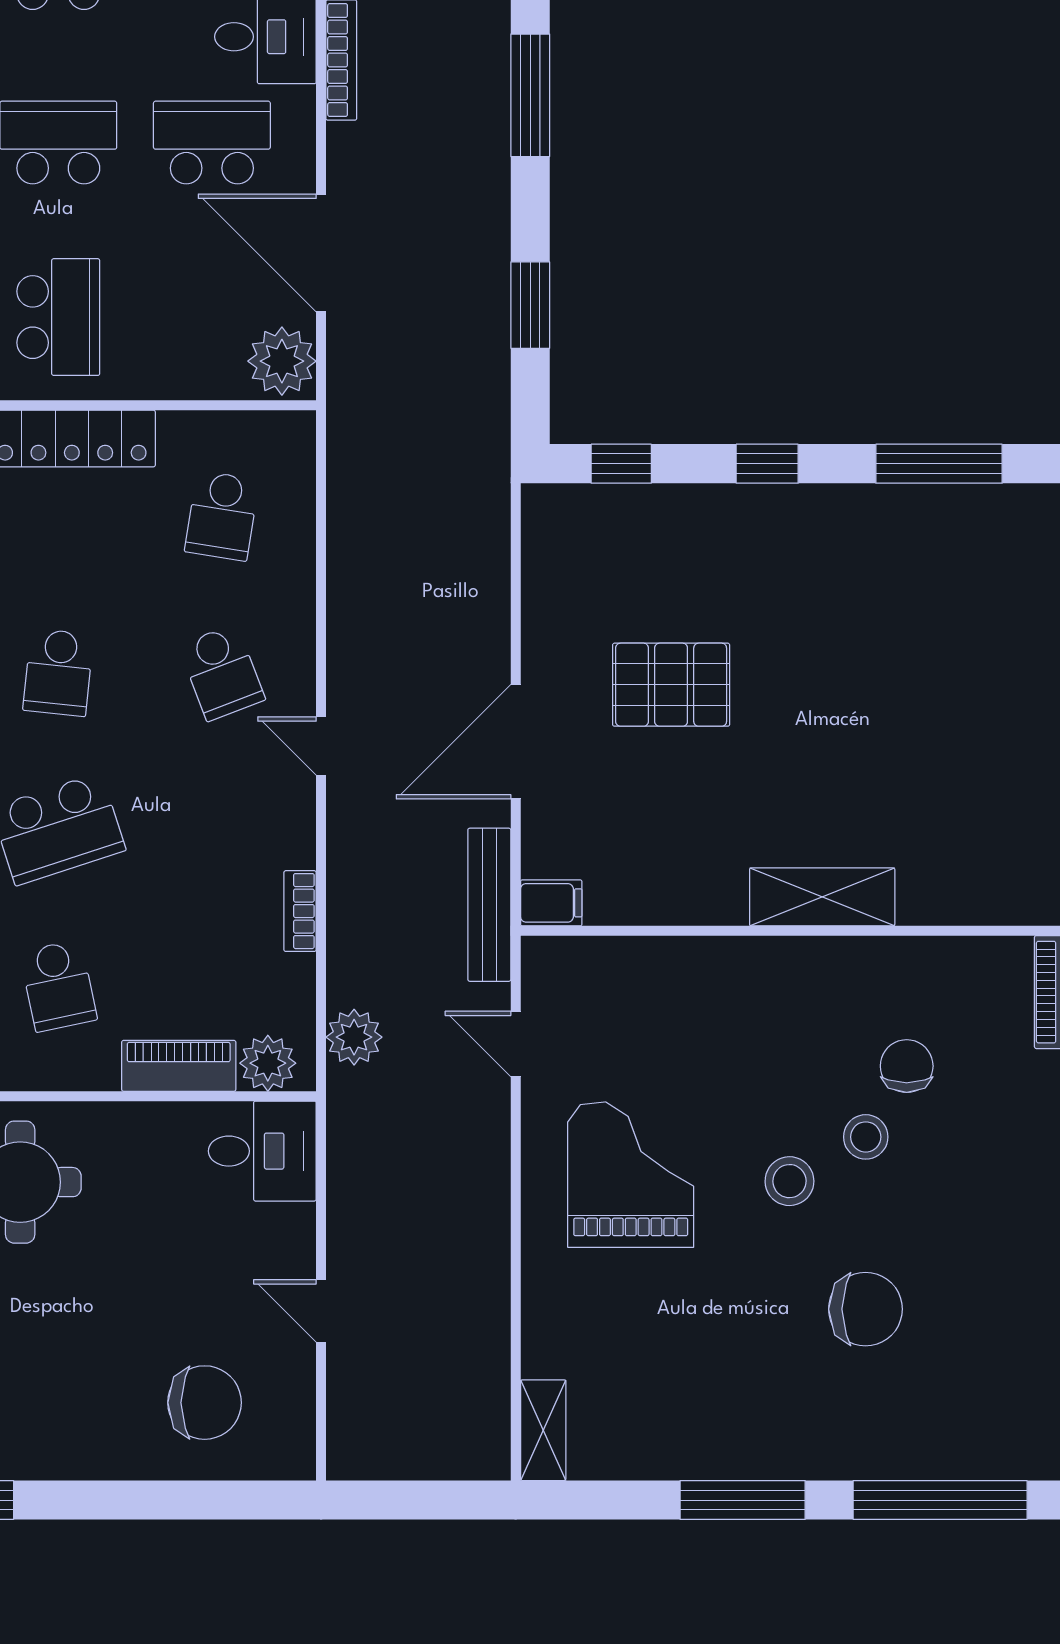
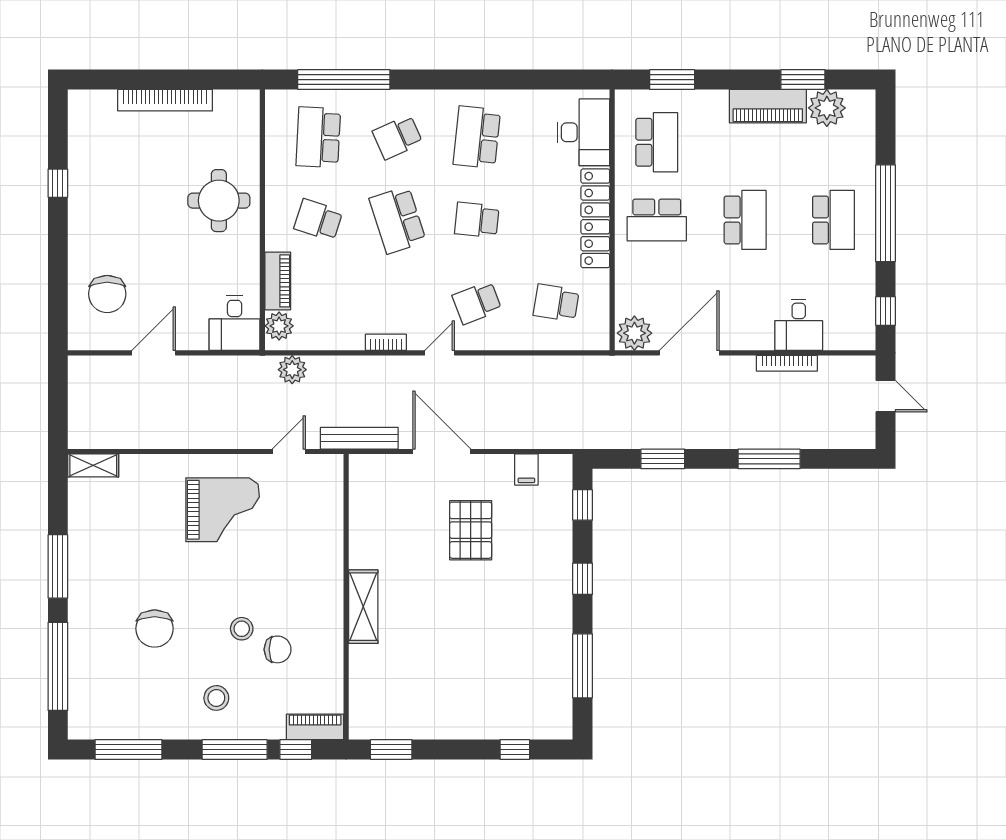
school desk: (212, 143) -> (745, 298), removed
filing cabinet: (551, 903) -> (526, 469), moved
bookcase: (300, 911) -> (386, 342), moved
school desk: (58, 986) -> (318, 220), turned 30
stool: (789, 1181) -> (216, 698), moved
door: (321, 1311) -> (154, 353), width x1.38

